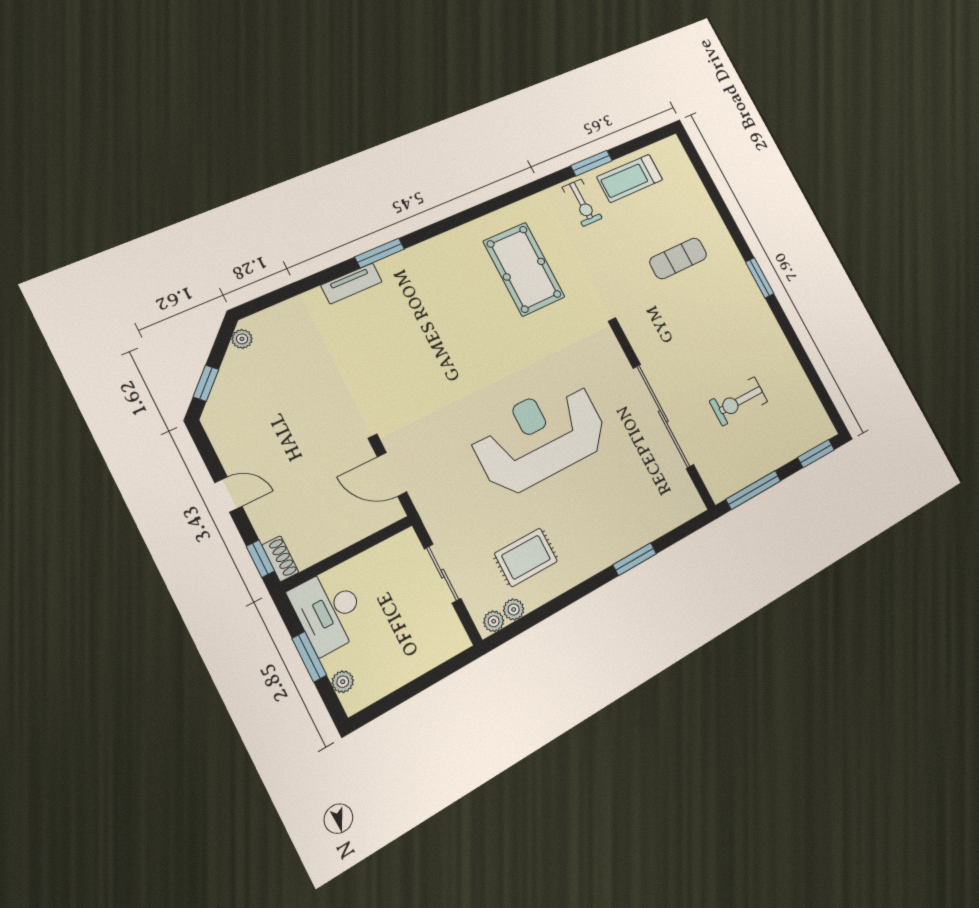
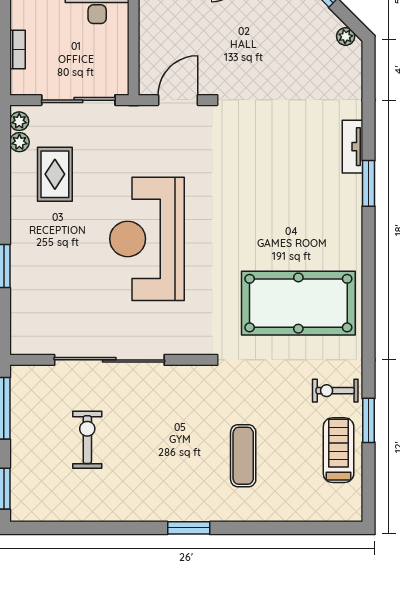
pool table: (524, 269) -> (298, 303), width x1.36, depth x1.32
reception desk: (540, 437) -> (147, 239), turned 180
sliding door: (443, 574) -> (78, 100), width x1.37
bookcase: (423, 664) -> (17, 50), added

